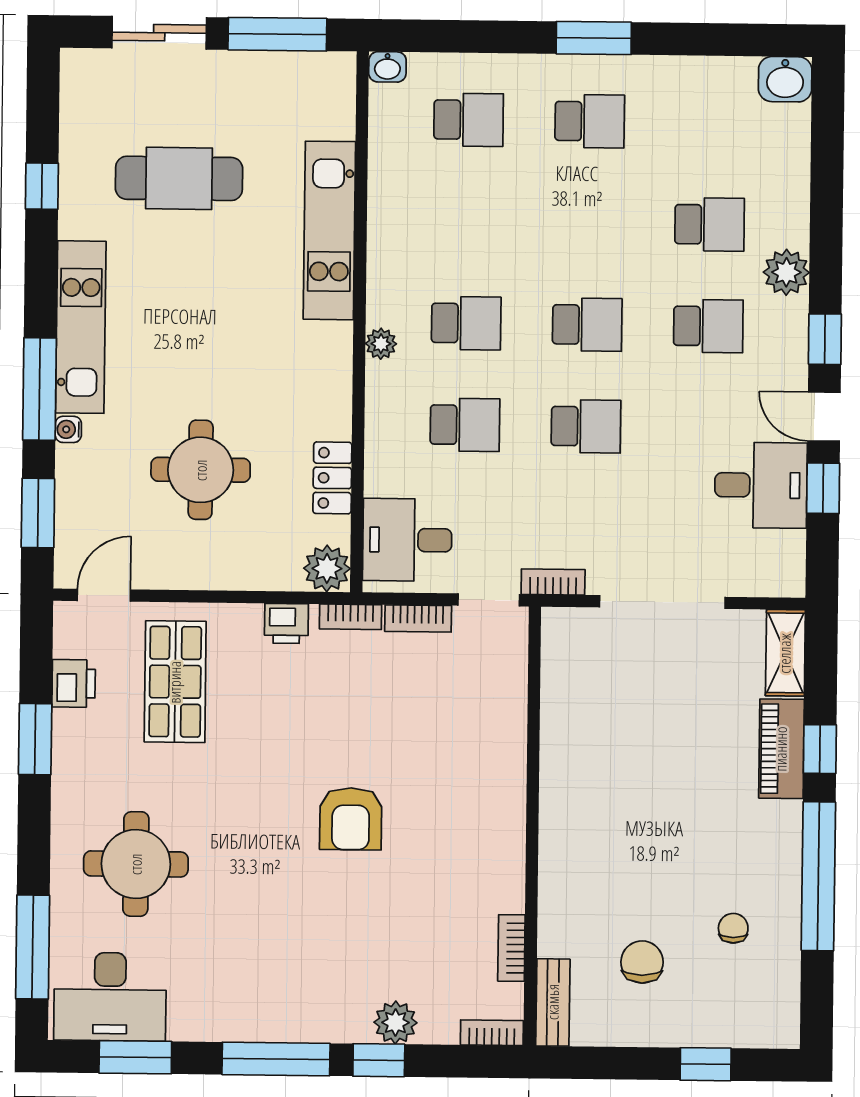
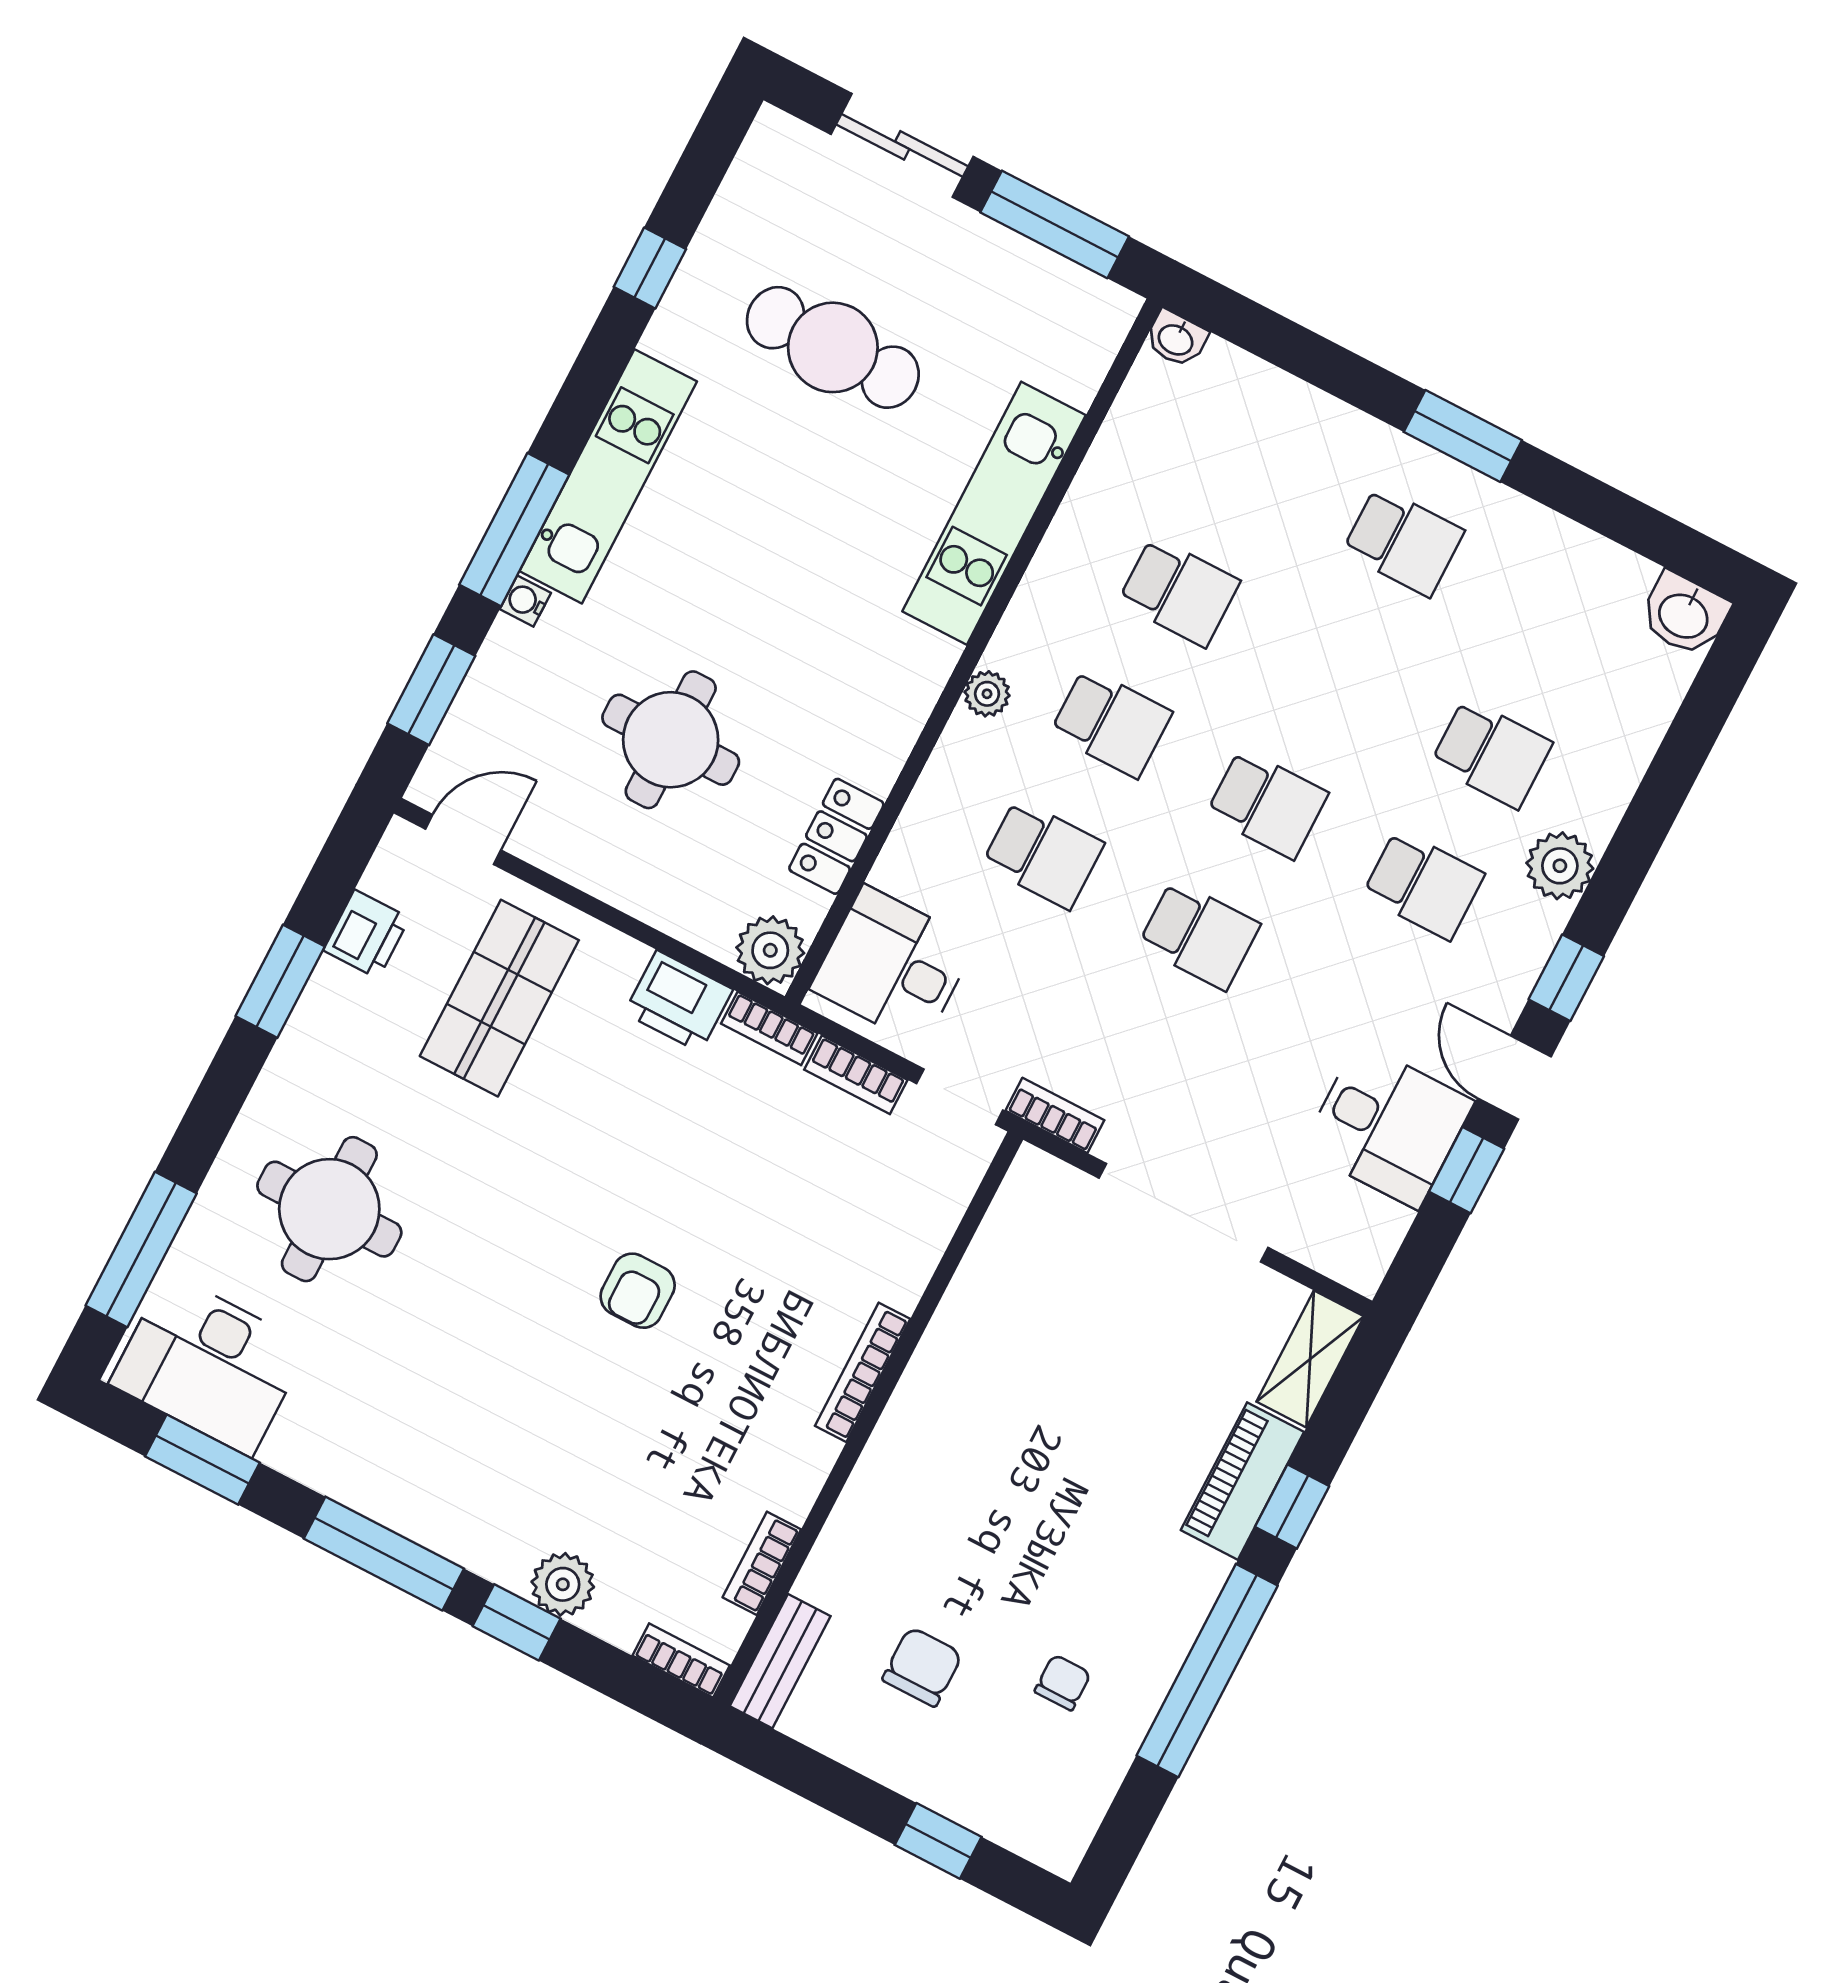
school desk: (469, 120) -> (1179, 592), moved
printer: (286, 623) -> (678, 1001), width x1.36, depth x1.24
bookcase: (514, 799) -> (863, 1372), added
armchair: (351, 819) -> (638, 1291), width x0.72, depth x0.72

